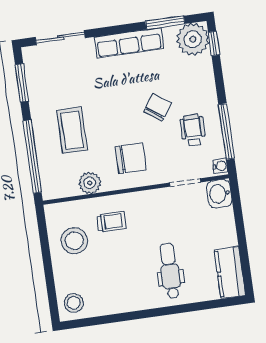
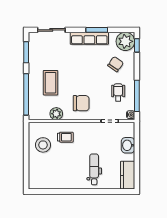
window: (165, 23) -> (97, 30), moved
chair: (157, 107) -> (116, 64), moved
washbasin: (219, 194) -> (128, 145), moved
stool: (74, 303) -> (38, 180), removed

